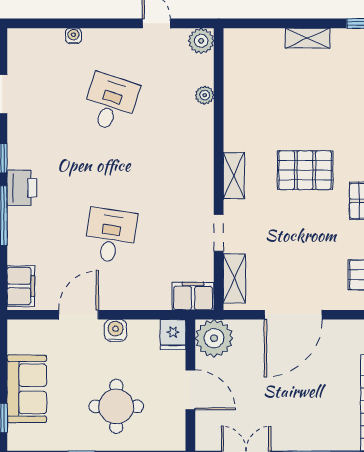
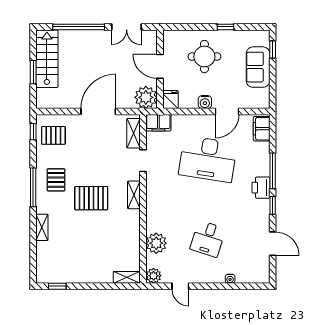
shelving: (307, 38) -> (127, 277), moved
plant: (205, 95) -> (156, 243), width x1.88, depth x1.88
desk: (111, 236) -> (208, 159), width x1.87, depth x1.30

